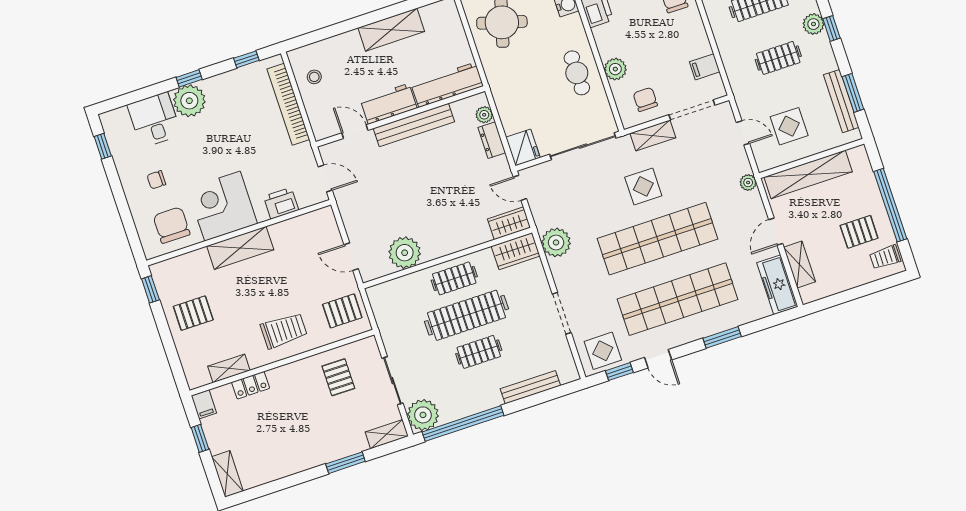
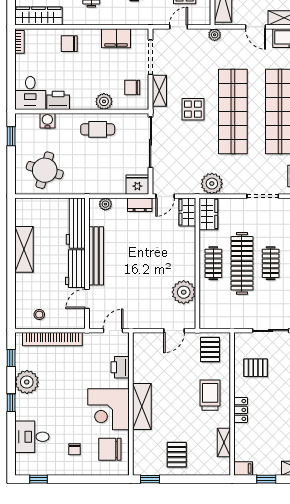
filing cabinet: (705, 67) -> (116, 38), width x2.00
plant: (189, 101) -> (27, 382), moved
dresser: (492, 140) -> (140, 205), moved
locker: (251, 385) -> (241, 410), moved

